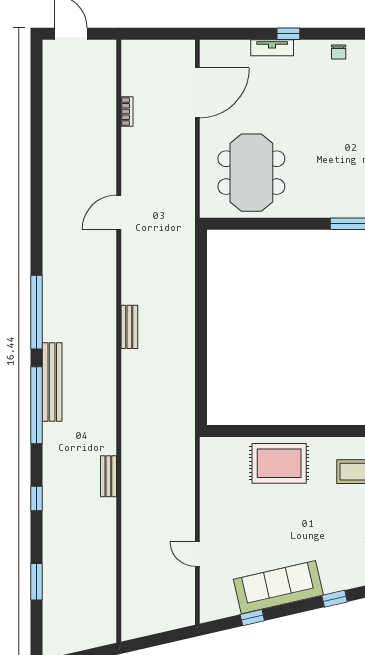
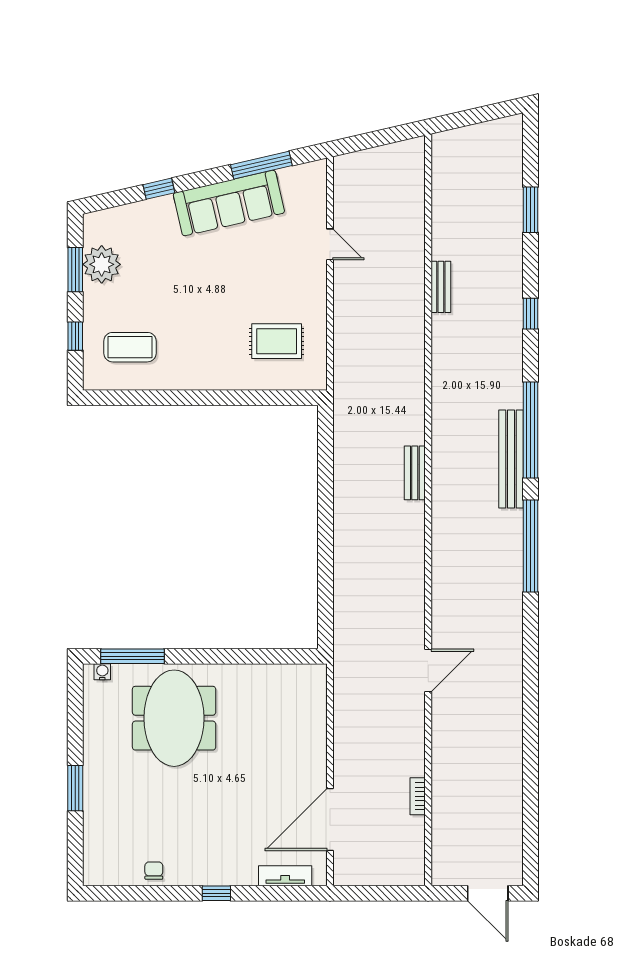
tv unit: (272, 48) -> (285, 876), moved
meeting table: (251, 173) -> (174, 718), moved
bench: (129, 327) -> (415, 473), moved
rug: (279, 463) -> (277, 341), moved, width x0.73, depth x0.70
bench: (108, 476) -> (441, 287), moved
window: (252, 618) -> (261, 165), width x2.17

